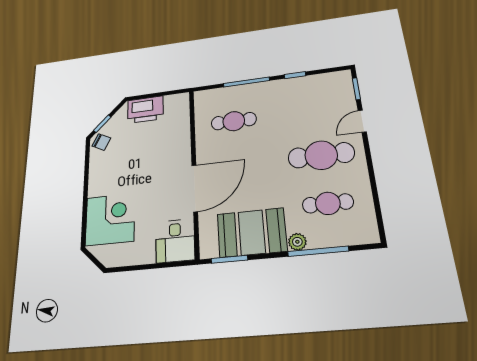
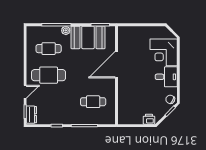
dresser: (344, 86) -> (31, 115), added
printer: (145, 110) -> (149, 119), width x0.53, depth x0.68
desk: (175, 241) -> (166, 77), moved, turned 90

